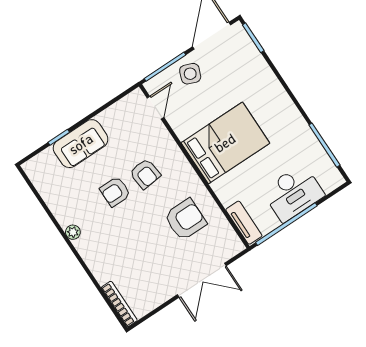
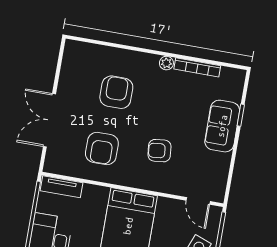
armchair: (115, 192) -> (116, 92), moved, width x1.38, depth x1.38
bookcase: (119, 304) -> (197, 67), moved

